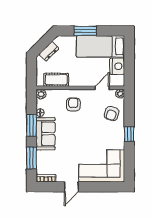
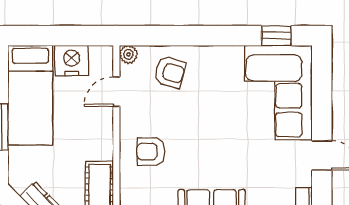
door: (102, 88) -> (116, 92), hinge flipped
window: (129, 134) -> (276, 36), moved

